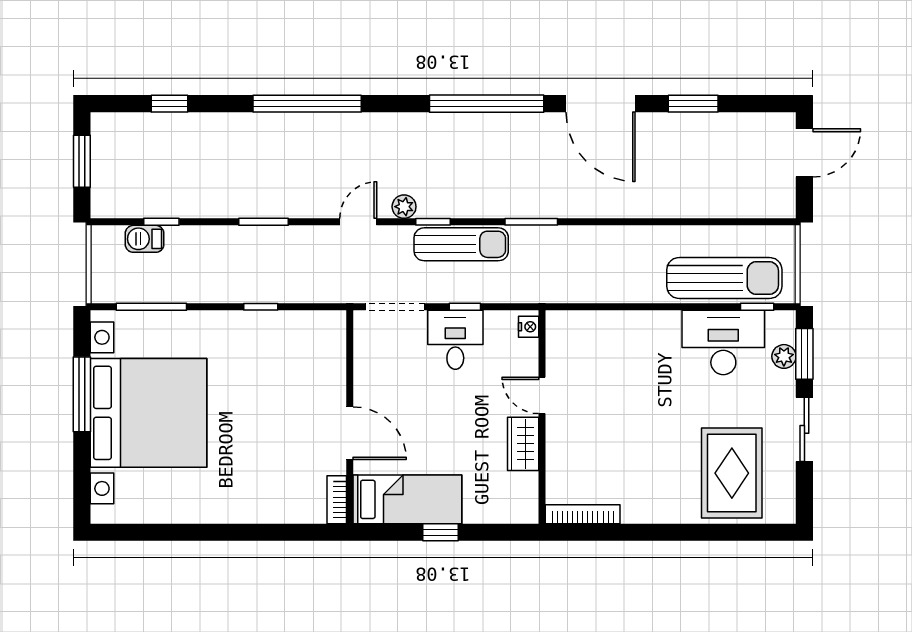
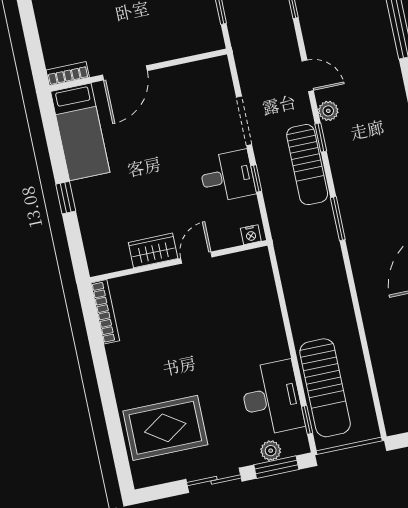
wall: (350, 417) -> (138, 70), moved
door: (350, 433) -> (125, 73), moved
bed: (407, 499) -> (80, 132), moved
bookcase: (337, 500) -> (68, 74), moved

